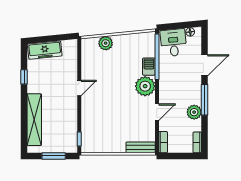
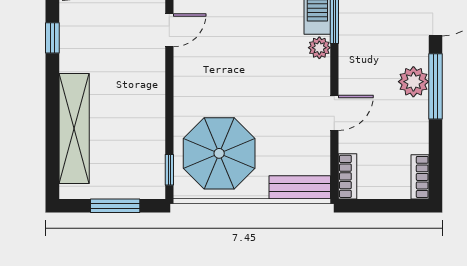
plant: (145, 86) -> (319, 48), width x0.53, depth x0.53
door: (79, 88) -> (169, 30), moved
plant: (194, 112) -> (413, 82), moved
parasol: (103, 131) -> (219, 153), added

